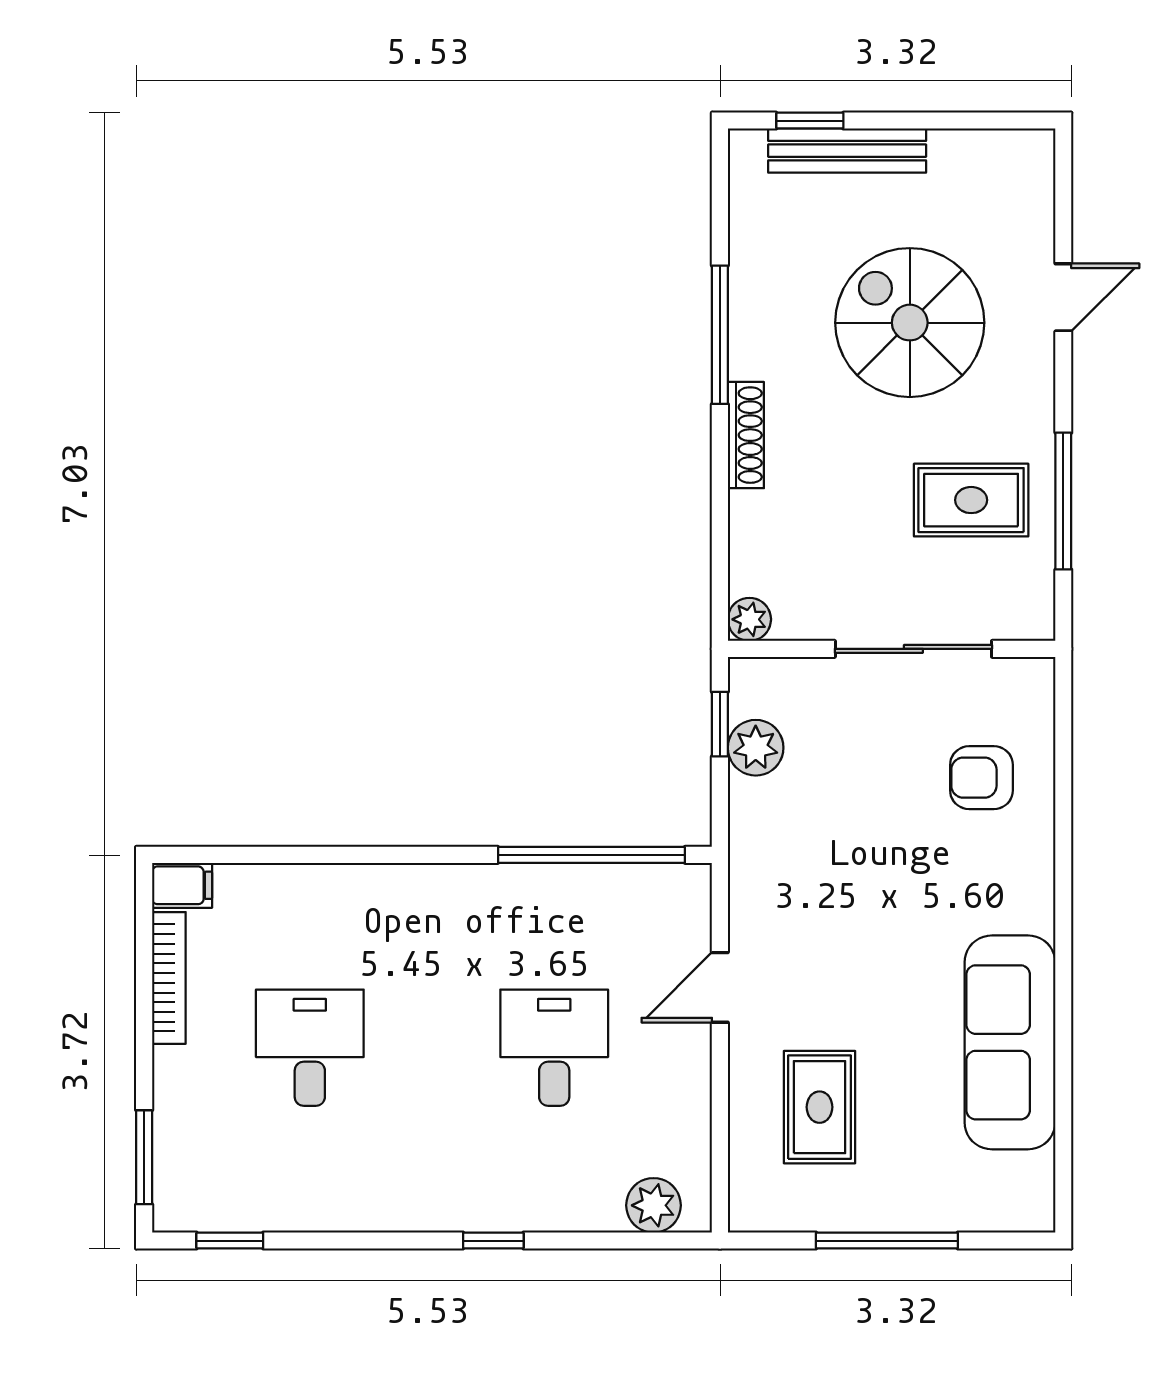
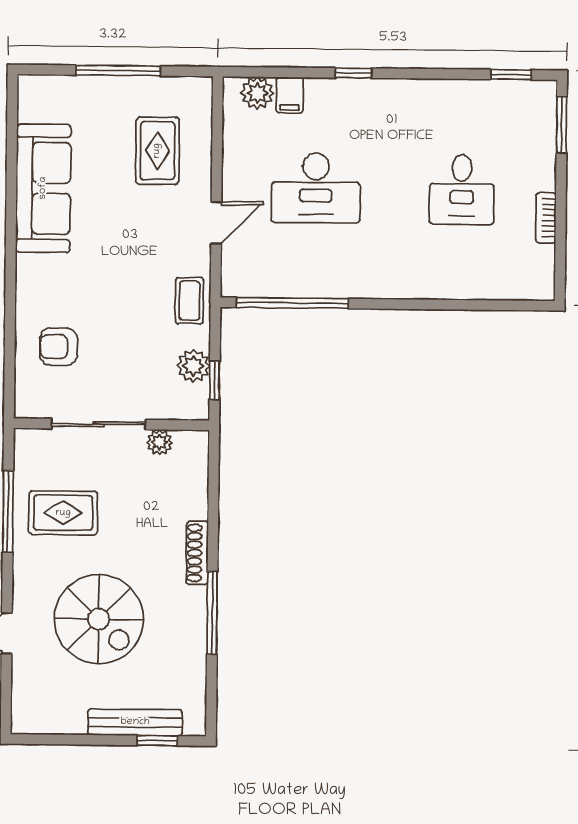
plant: (749, 619) -> (159, 442), moved
armchair: (981, 778) -> (59, 347), turned 180
coffee table: (764, 857) -> (189, 301), added
filing cabinet: (182, 885) -> (290, 95), moved, turned -90
bookcase: (169, 978) -> (546, 218), width x0.64
desk: (554, 1048) -> (316, 188), width x1.37

